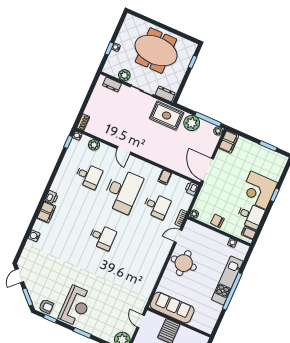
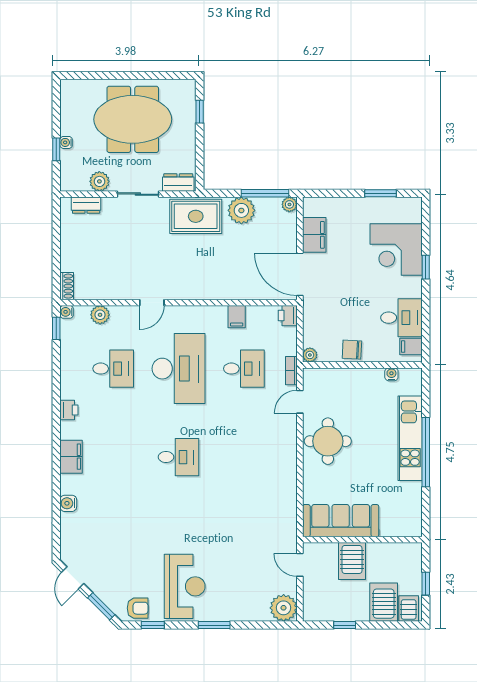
filing cabinet: (229, 142) -> (314, 235), moved
door: (124, 150) -> (152, 303), hinge flipped
corner desk: (258, 190) -> (396, 249), moved
printer: (52, 197) -> (69, 410), moved

